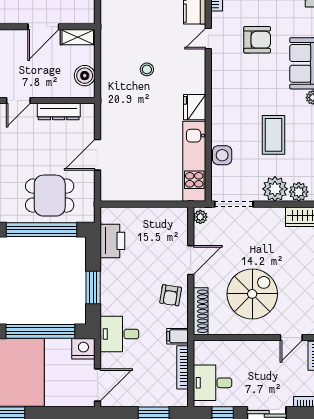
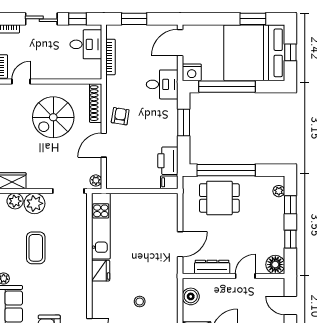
door: (98, 155) -> (180, 244), moved
side table: (222, 155) -> (78, 231), removed
filing cabinet: (177, 336) -> (169, 182), moved, turned 180

